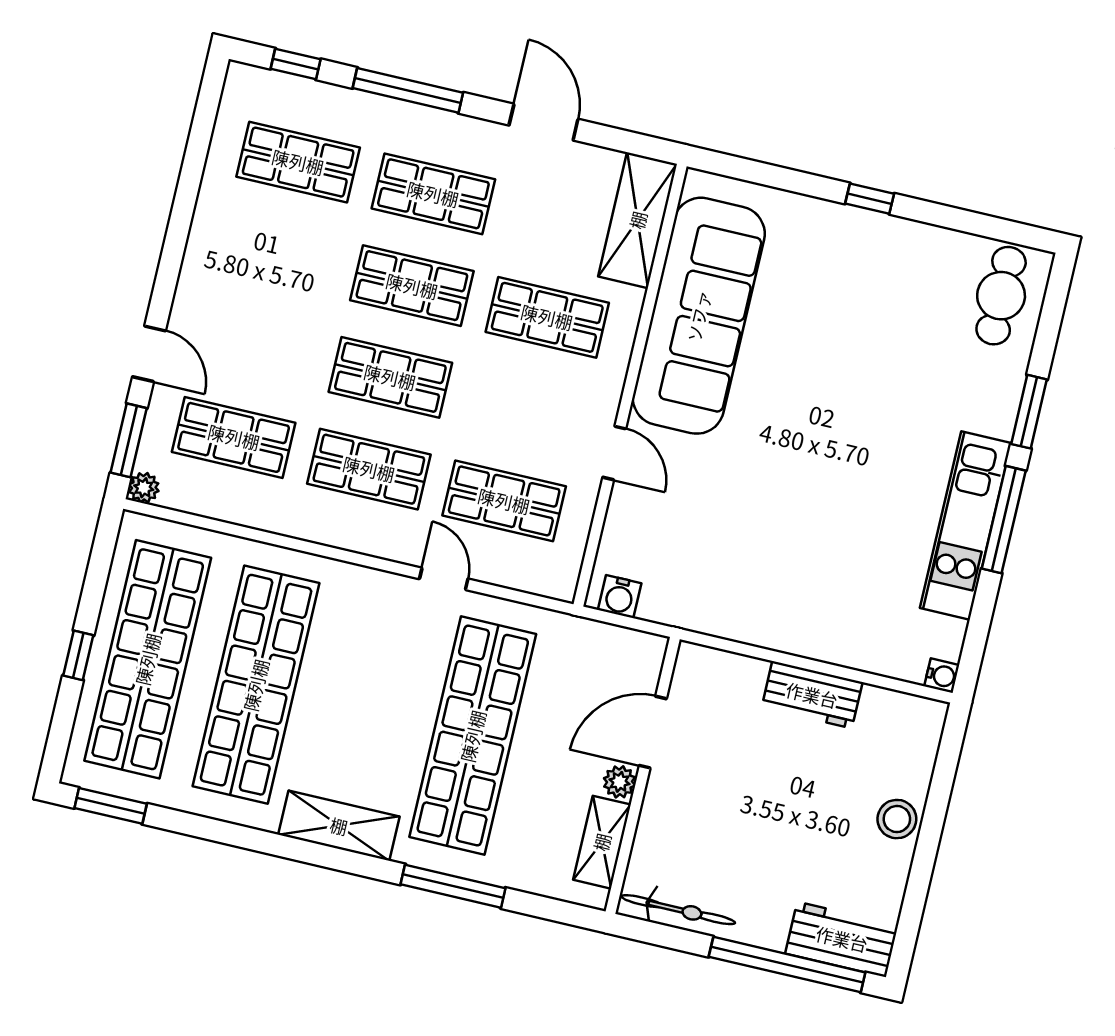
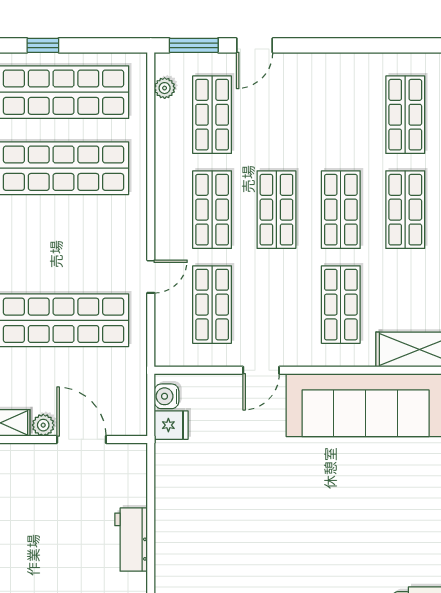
plant: (144, 488) -> (165, 88), moved
fridge: (662, 600) -> (171, 425), added

